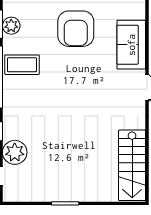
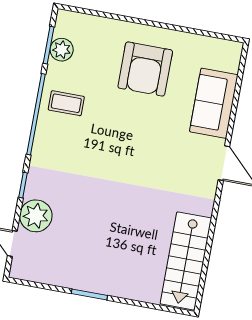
coffee table: (22, 65) -> (66, 103), width x0.73, depth x0.77

